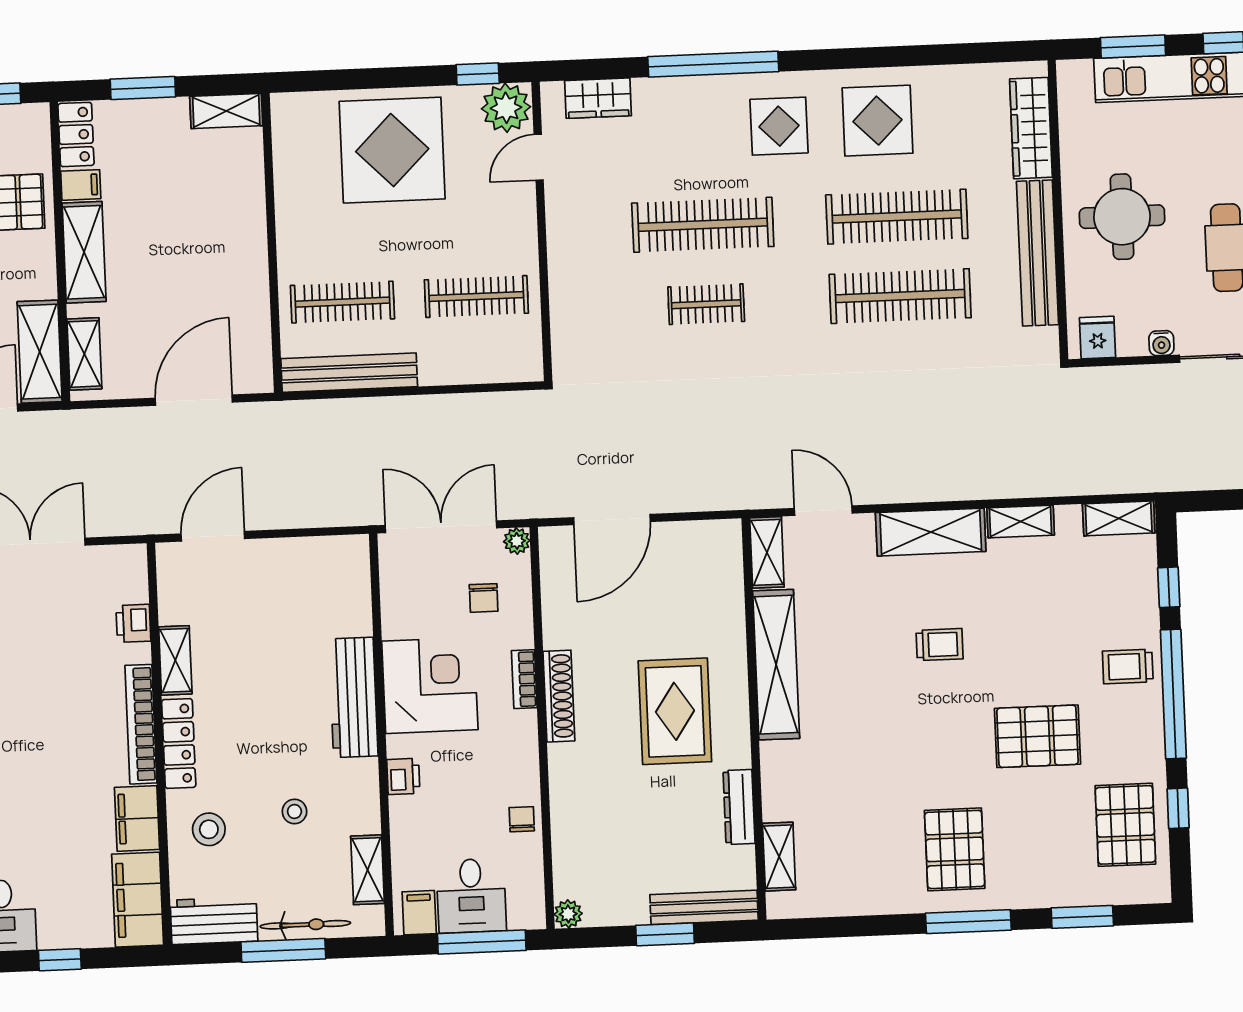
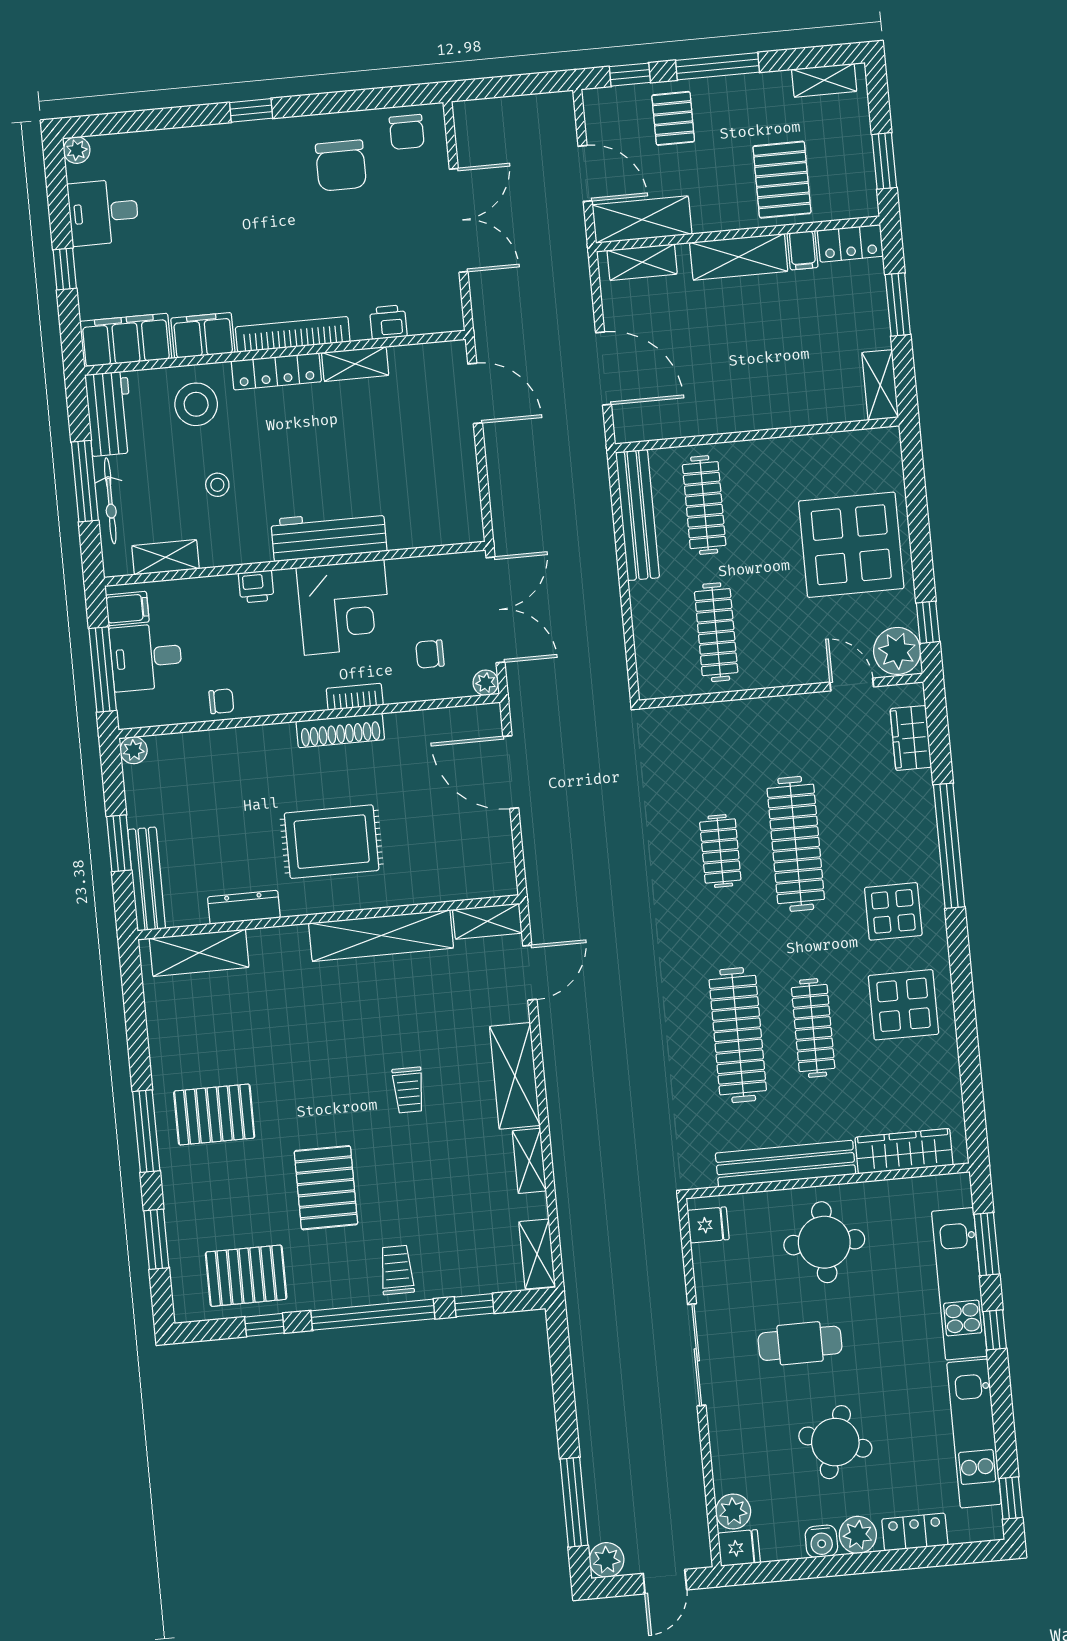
clothes rail: (897, 217) -> (813, 1028), width x0.73, depth x0.76
water cooler: (1161, 343) -> (706, 1286), removed
stool: (209, 829) -> (196, 404), width x1.38, depth x1.38
shelving: (779, 857) -> (199, 953), width x1.50, depth x1.33

